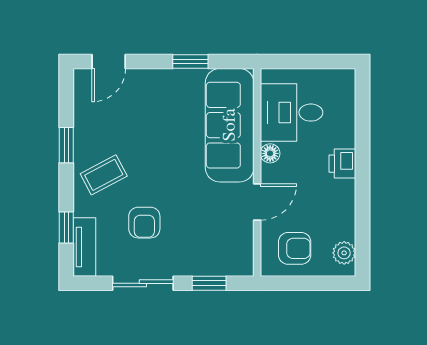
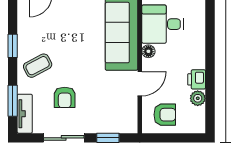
printer: (342, 164) -> (197, 79), moved
window: (66, 228) -> (13, 101), width x1.50
plant: (344, 253) -> (198, 98), moved

